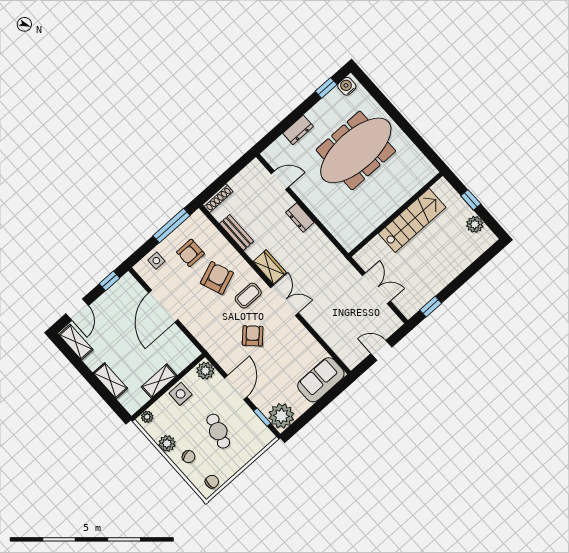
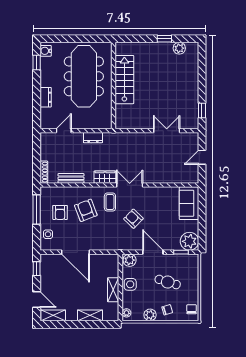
wall: (396, 215) -> (114, 86), moved
stairs: (412, 220) -> (124, 80), moved

